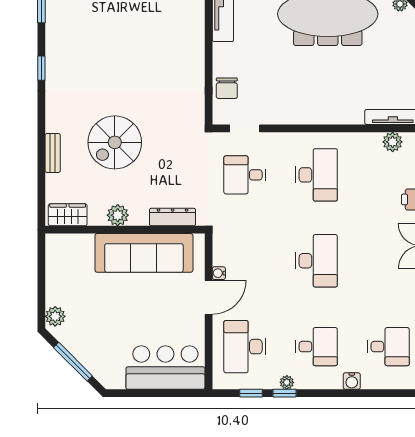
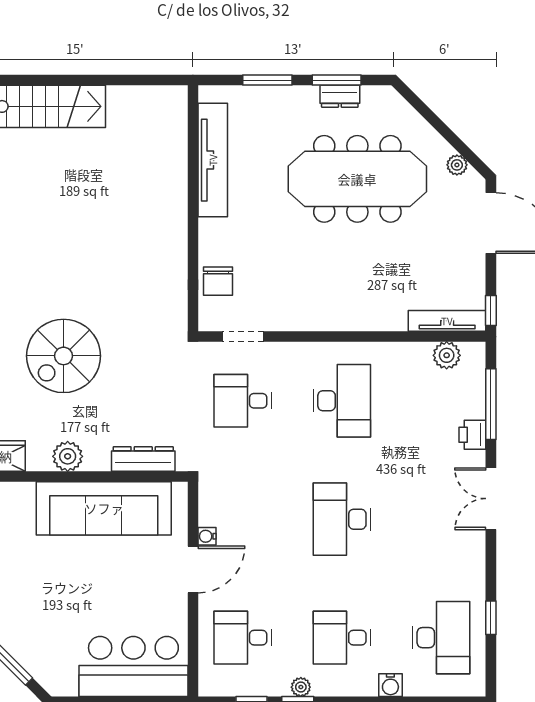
desk: (317, 261) -> (342, 519), turned 180
desk: (245, 347) -> (243, 638), width x0.73
desk: (317, 347) -> (342, 638), turned 180
desk: (389, 347) -> (441, 638), width x1.37

